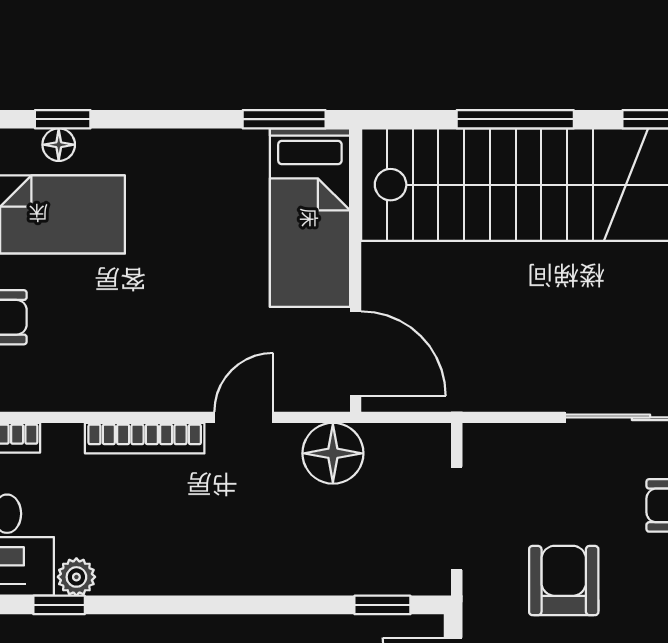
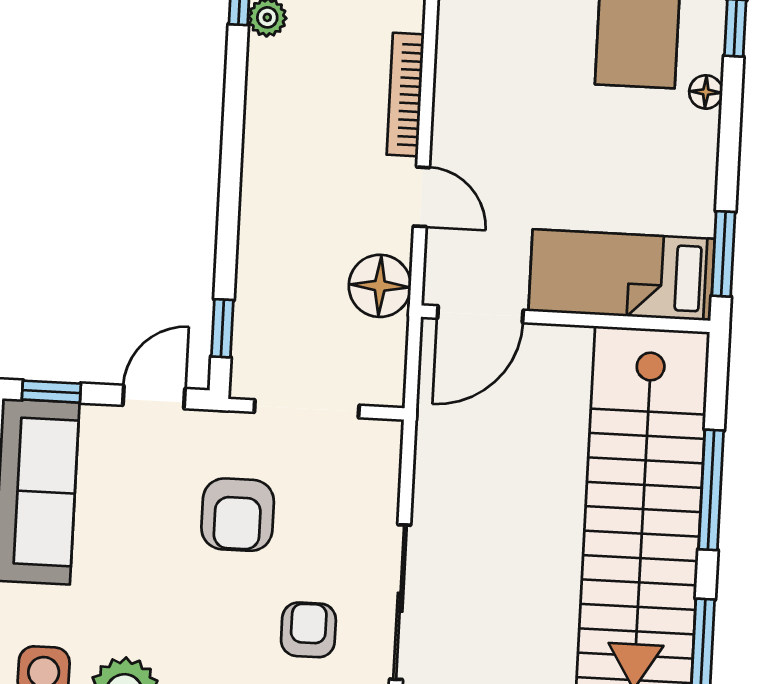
floor lamp: (59, 145) -> (706, 92), moved
armchair: (564, 581) -> (238, 515), turned 90

